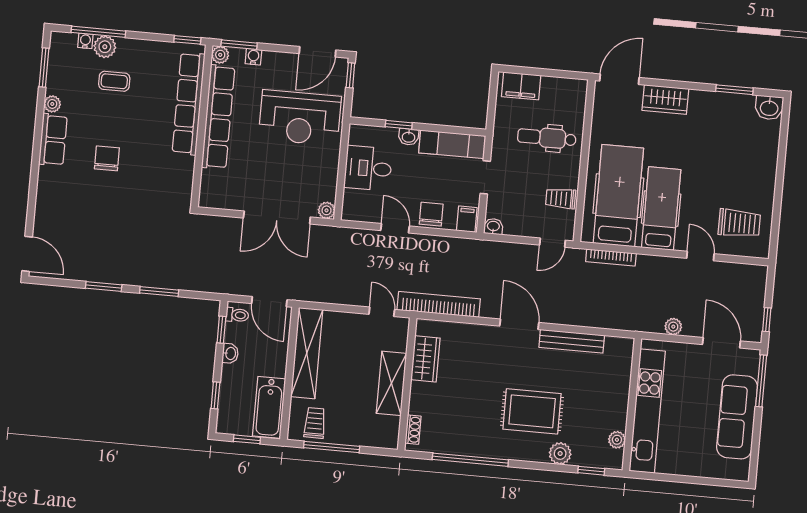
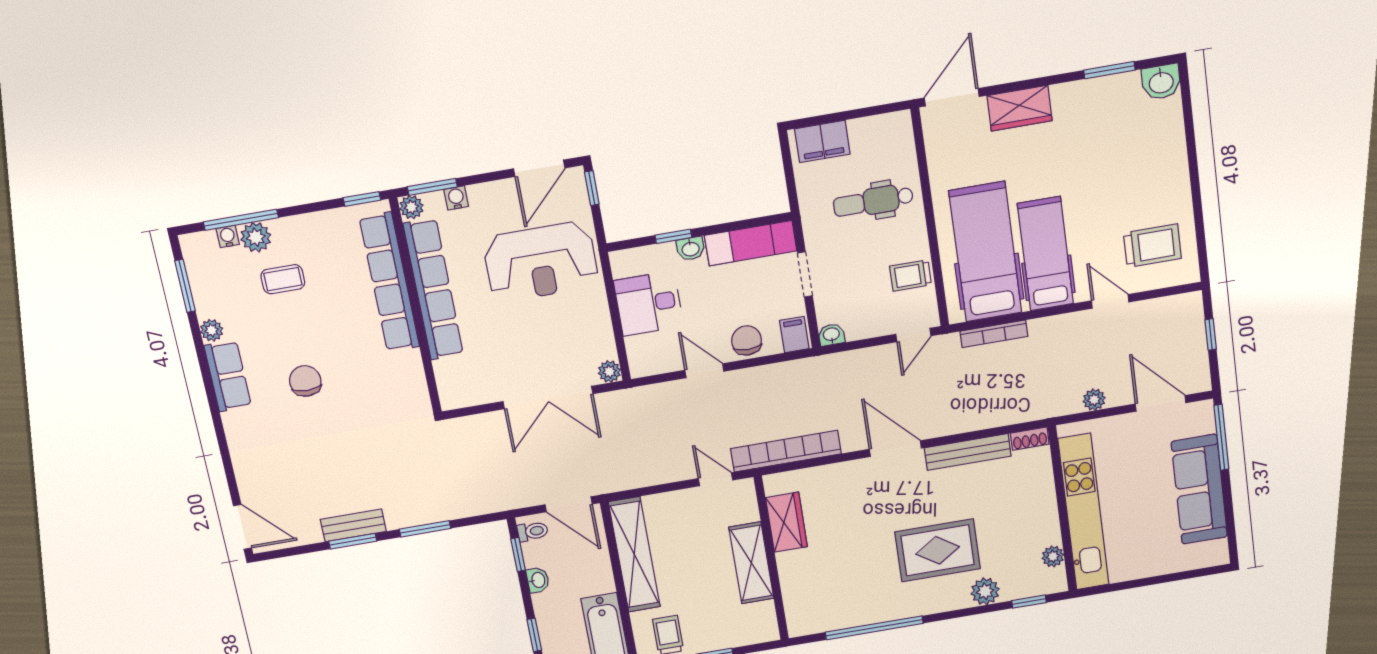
bench: (108, 275) -> (353, 525), added
window: (767, 320) -> (1211, 334), moved
shoe rack: (413, 430) -> (1030, 439), moved, turned 90

